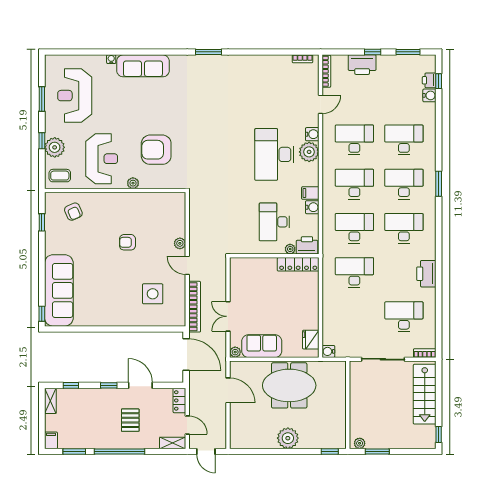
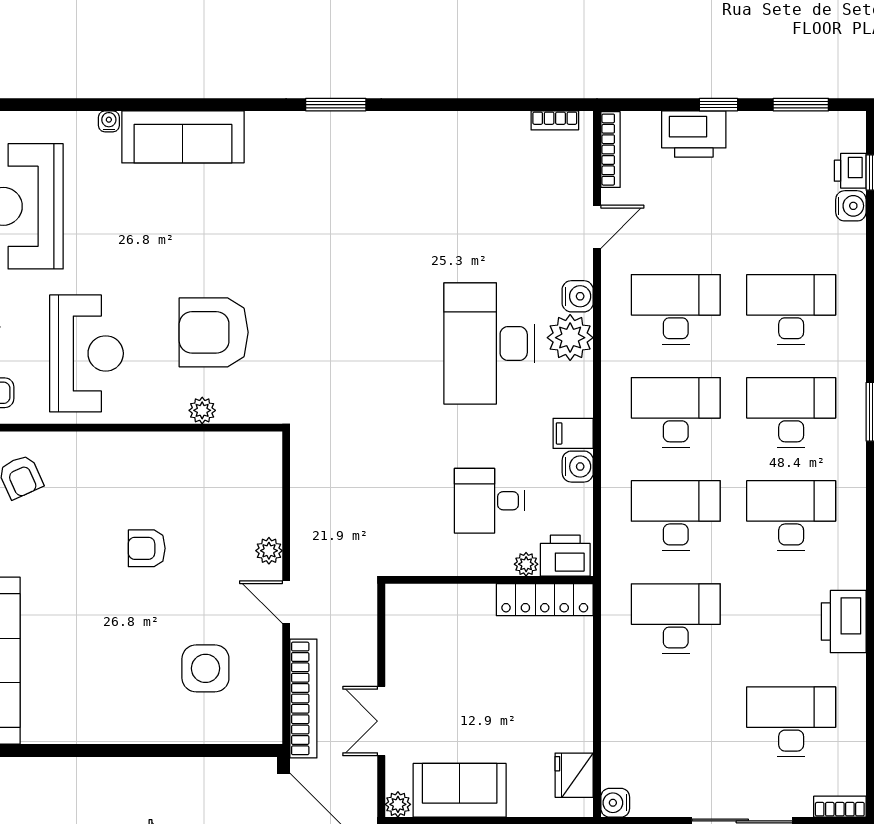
plant: (133, 183) -> (202, 410), moved
desk: (274, 222) -> (489, 501), width x0.73

